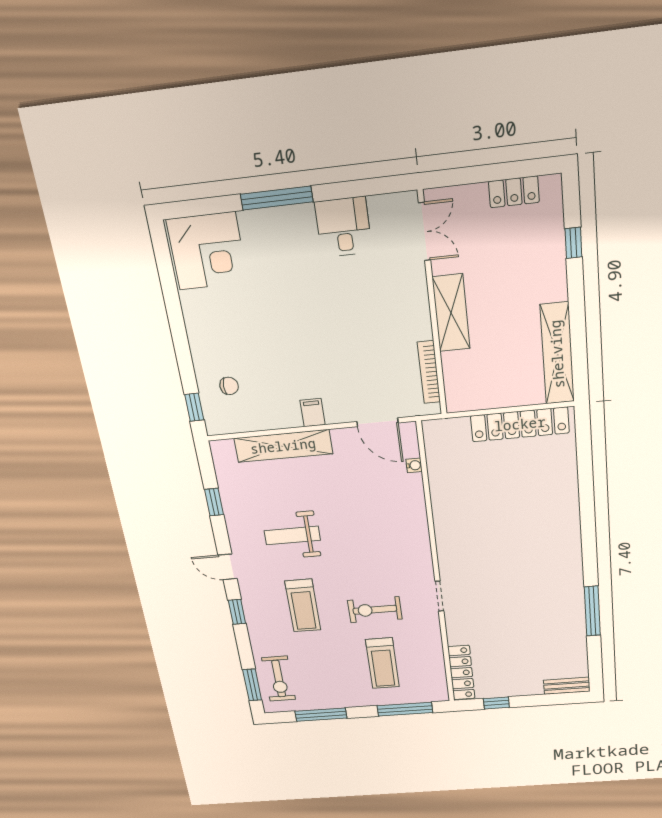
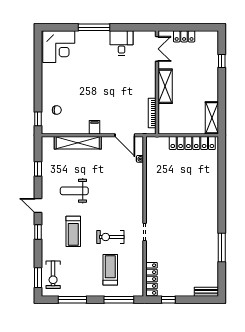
locker: (514, 192) -> (184, 36), moved
shelving: (557, 354) -> (212, 118), width x0.68
treadmill: (382, 663) -> (110, 270), turned 180

